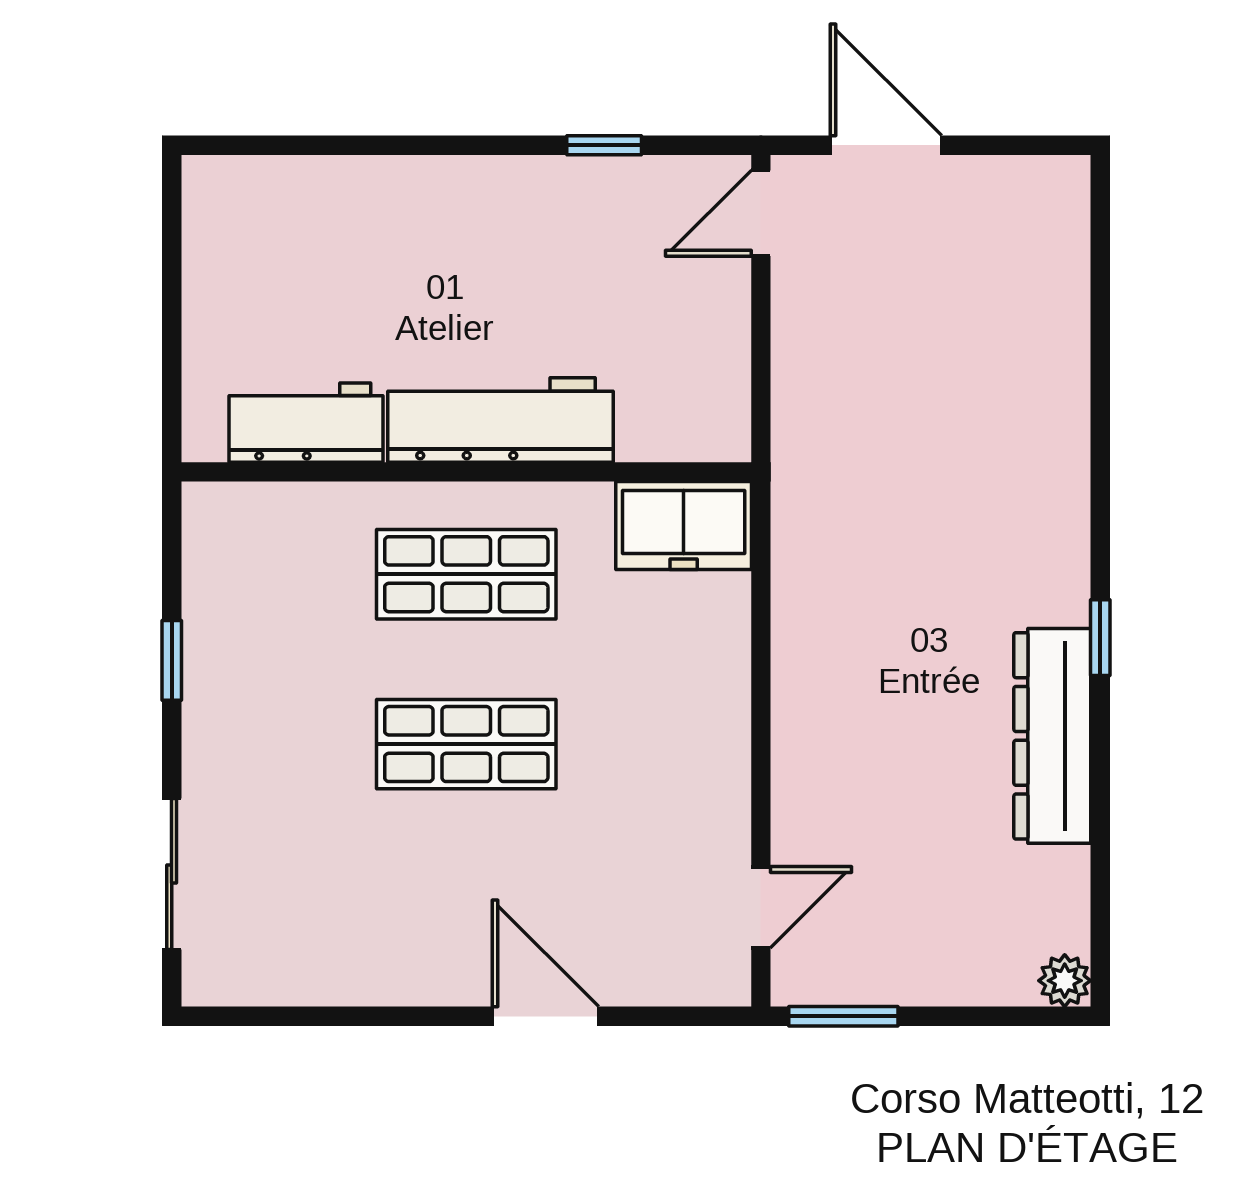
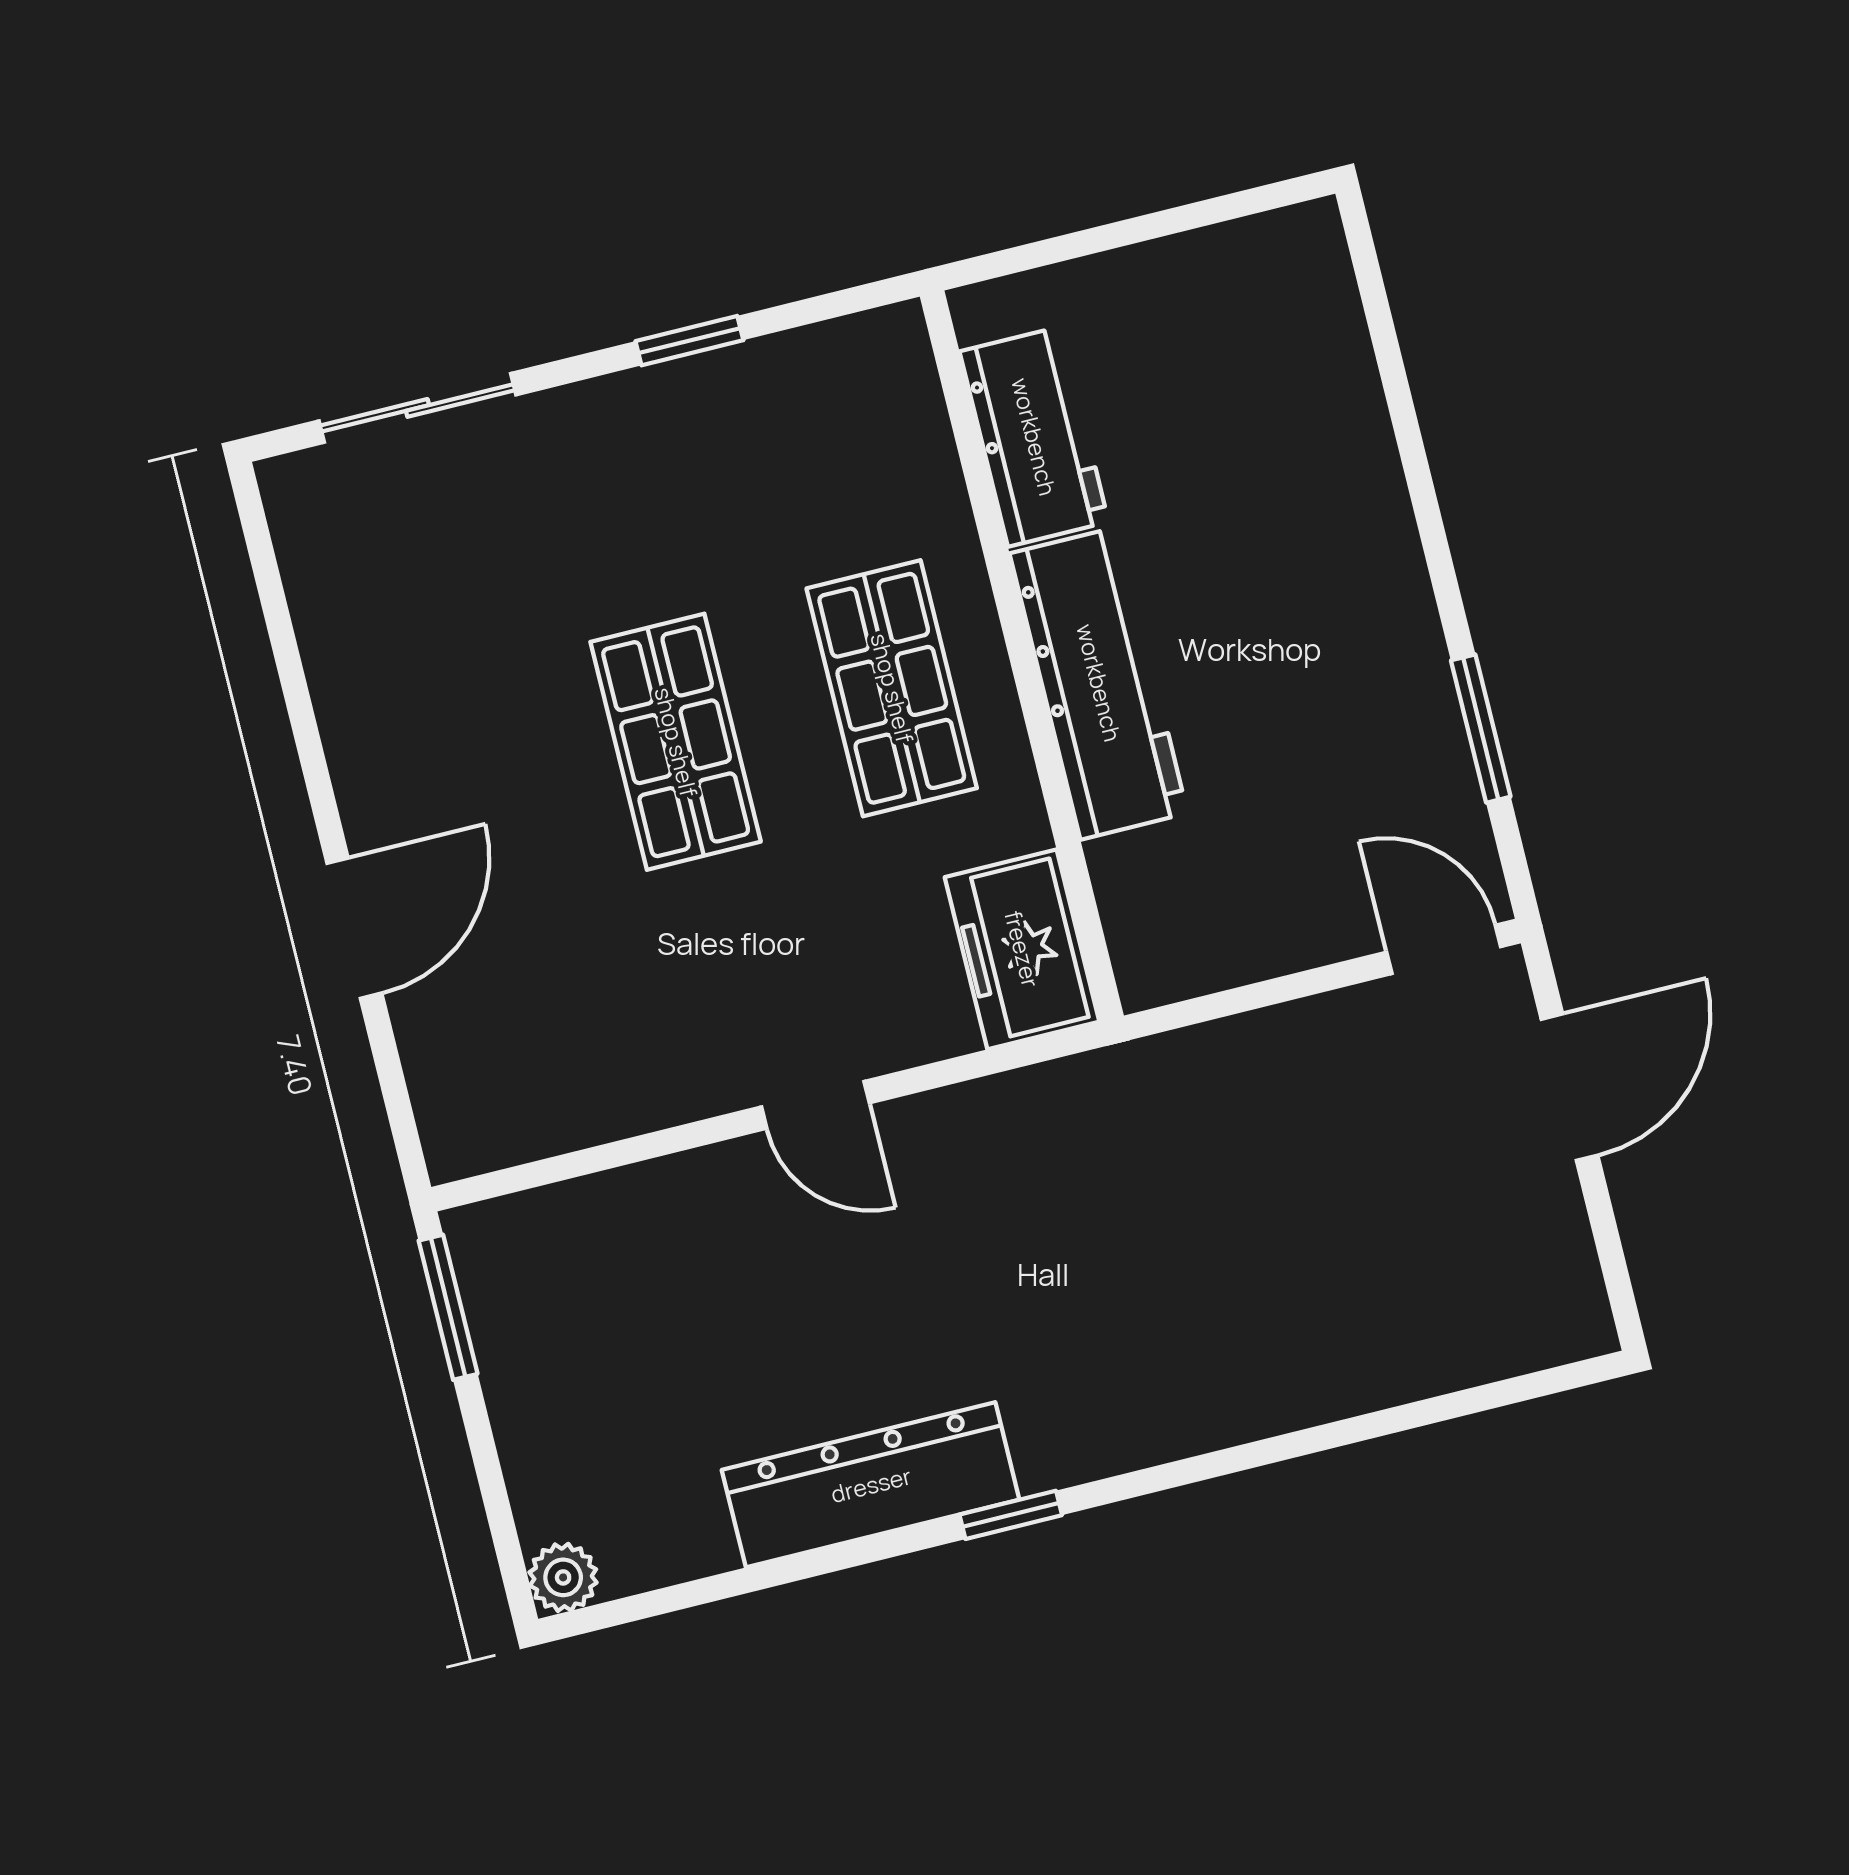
window: (604, 145) -> (1481, 729), width x1.50
door: (761, 907) -> (815, 1105), moved

